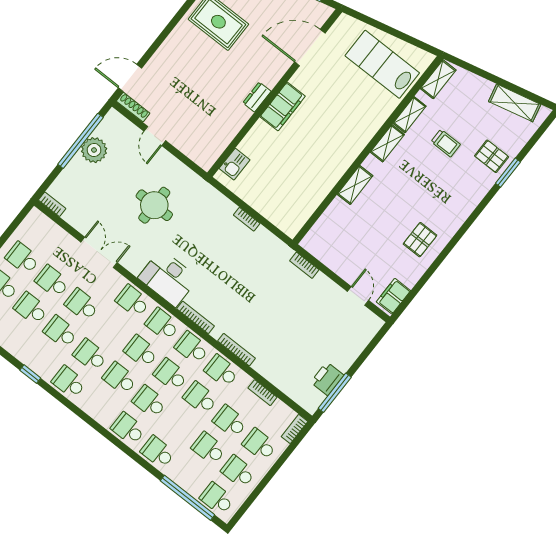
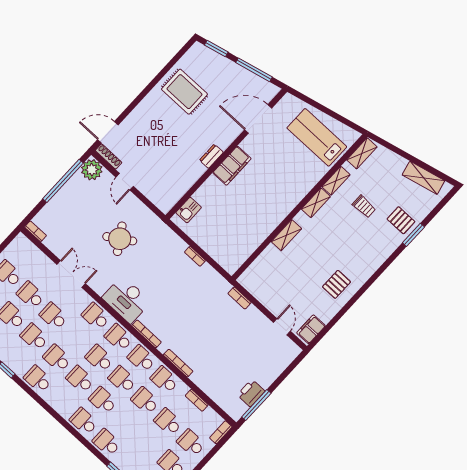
plant: (94, 150) -> (92, 170), moved
round table: (154, 205) -> (120, 239), turned -33
school desk: (209, 448) -> (149, 443), removed

